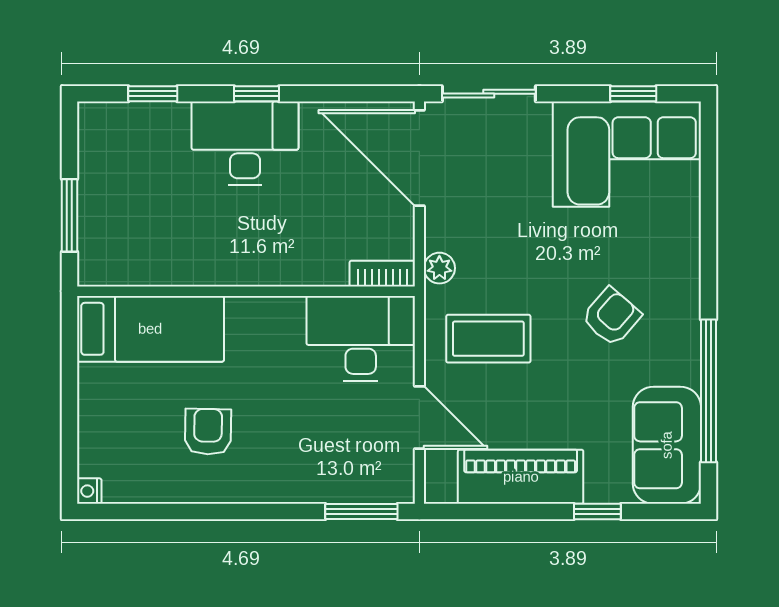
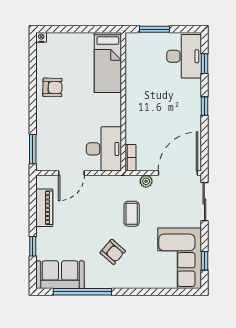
desk: (245, 143) -> (184, 56), moved
plant: (439, 268) -> (146, 181), moved
coffee table: (488, 339) -> (132, 214), moved, width x0.73, depth x0.77
armchair: (208, 432) -> (52, 87), moved
piano: (521, 477) -> (44, 208), width x0.73, depth x0.75

